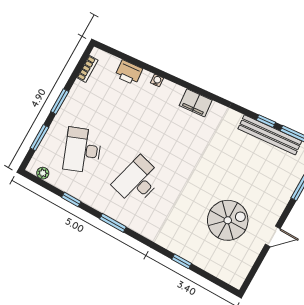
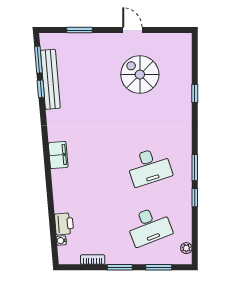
bookcase: (87, 69) -> (93, 260), moved
water cooler: (157, 80) -> (61, 241), moved
desk: (137, 181) -> (149, 167), turned -33
window: (71, 199) -> (195, 198), moved

